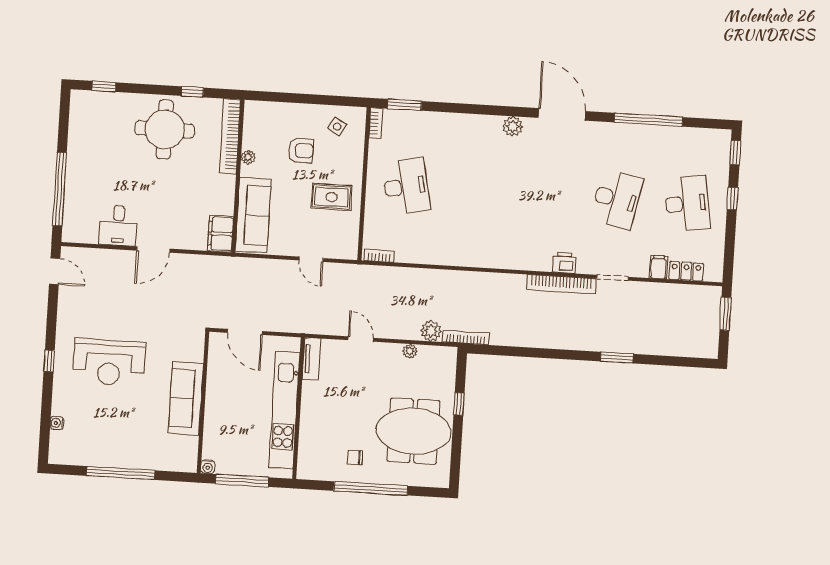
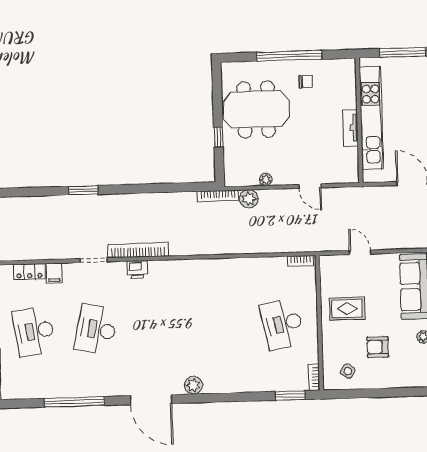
tv unit: (311, 359) -> (351, 128), moved

